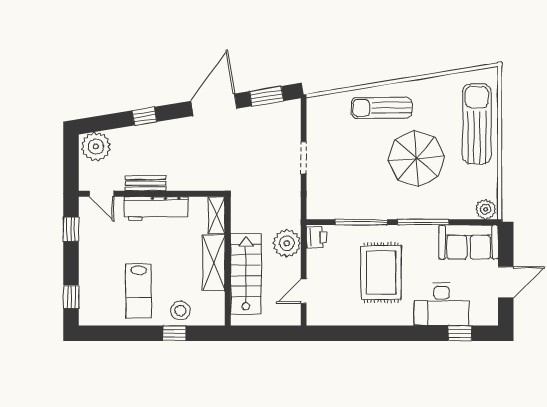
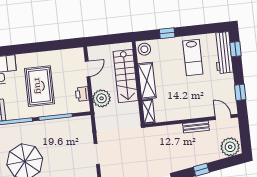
workbench: (156, 209) -> (223, 53), moved, turned -90
printer: (316, 237) -> (82, 94), moved
lab bench: (139, 291) -> (193, 58), turned 180
stool: (180, 311) -> (144, 49), moved

